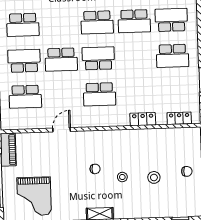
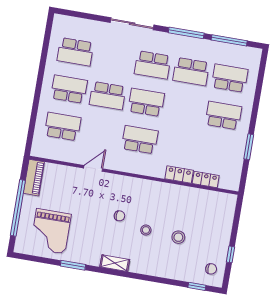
school desk: (173, 56) -> (223, 116), turned 180
school desk: (99, 94) -> (140, 140), turned 180
school desk: (25, 97) -> (63, 127), turned 180
locker: (179, 118) -> (206, 179), moved
chair: (187, 171) -> (211, 269), moved

